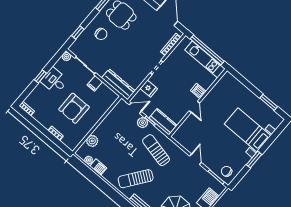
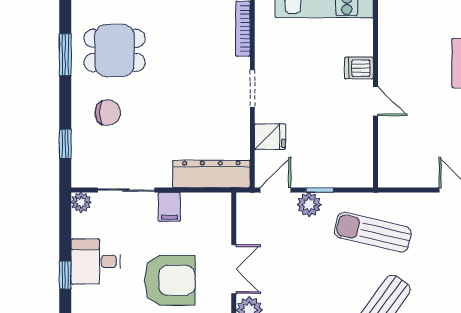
armchair: (74, 108) -> (170, 280), turned -90
kitchen counter: (163, 122) -> (343, 173), removed
double door: (99, 123) -> (234, 269), added

